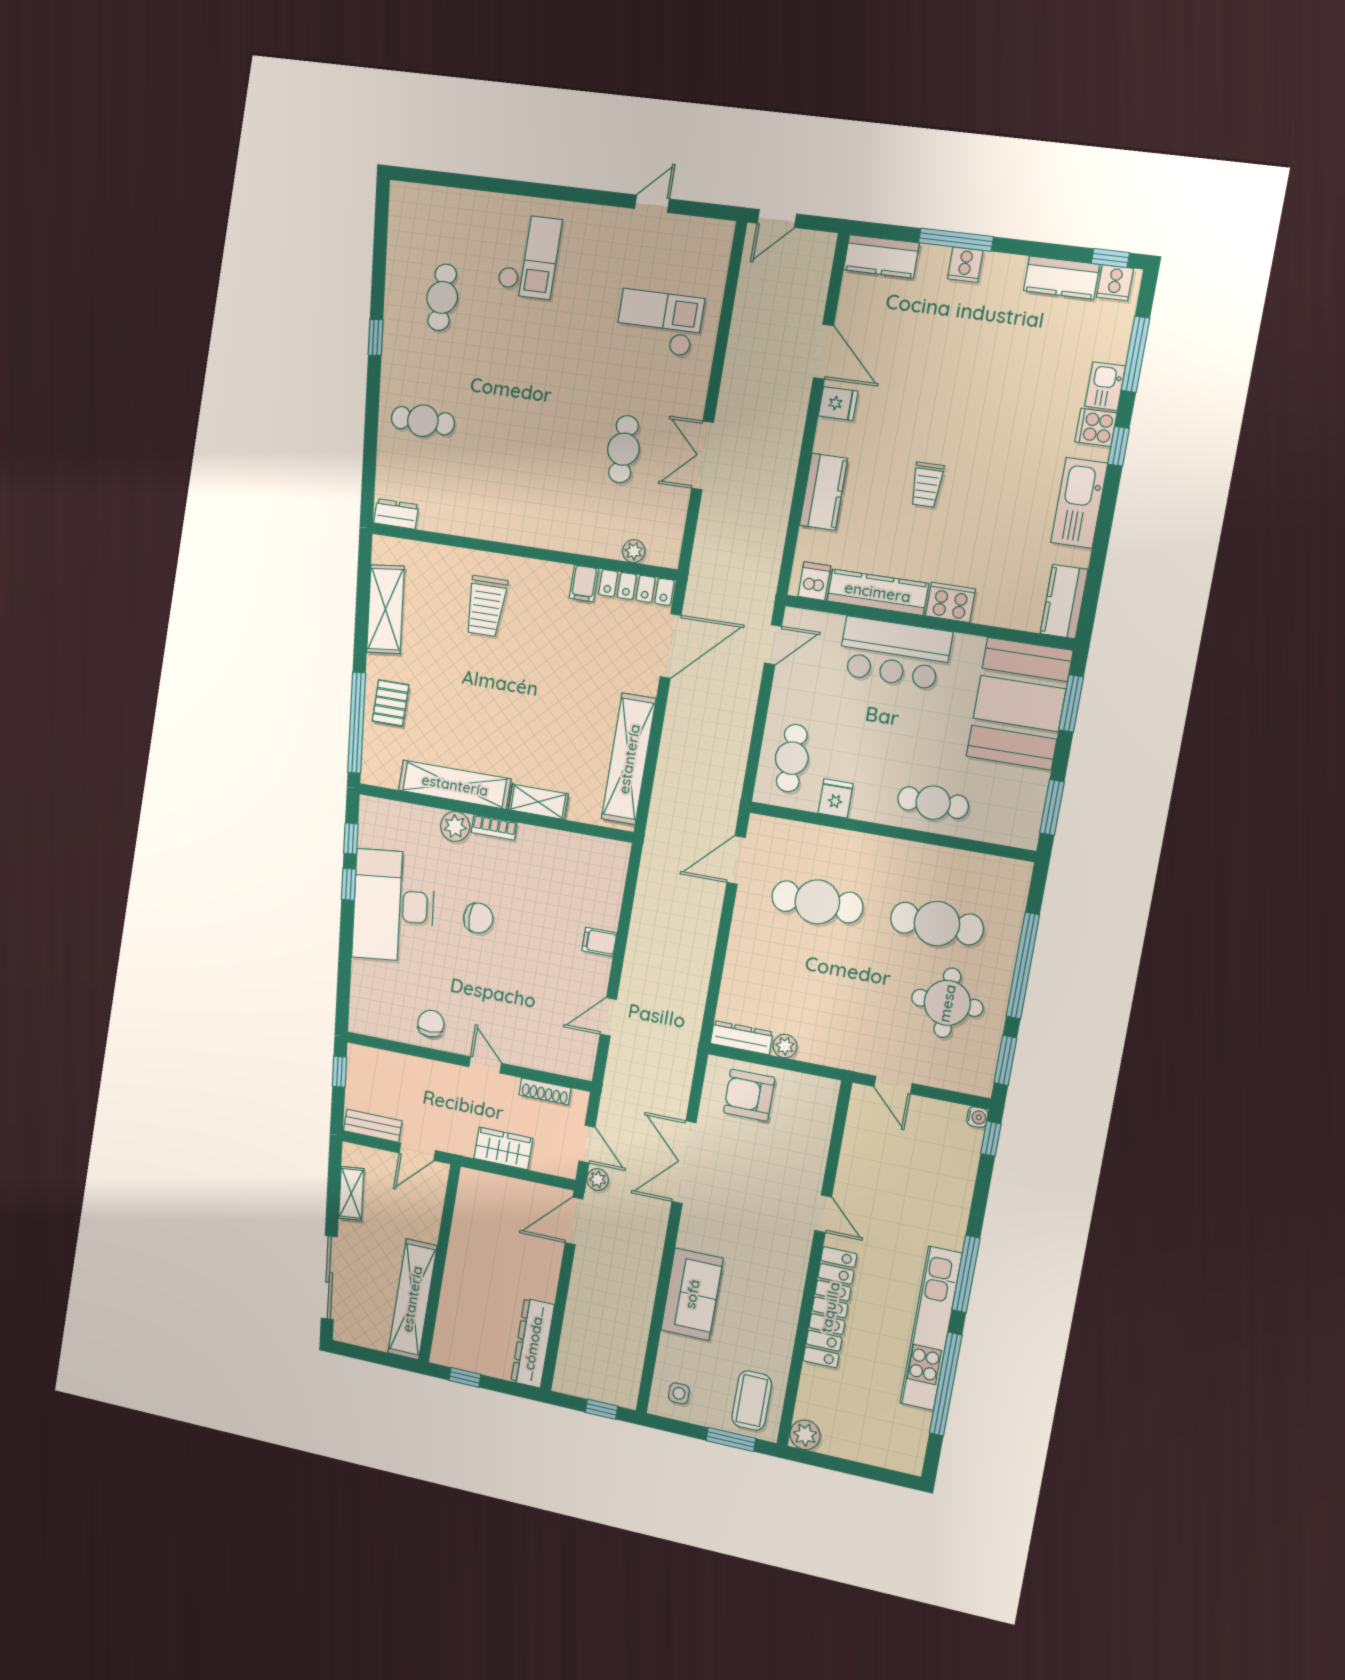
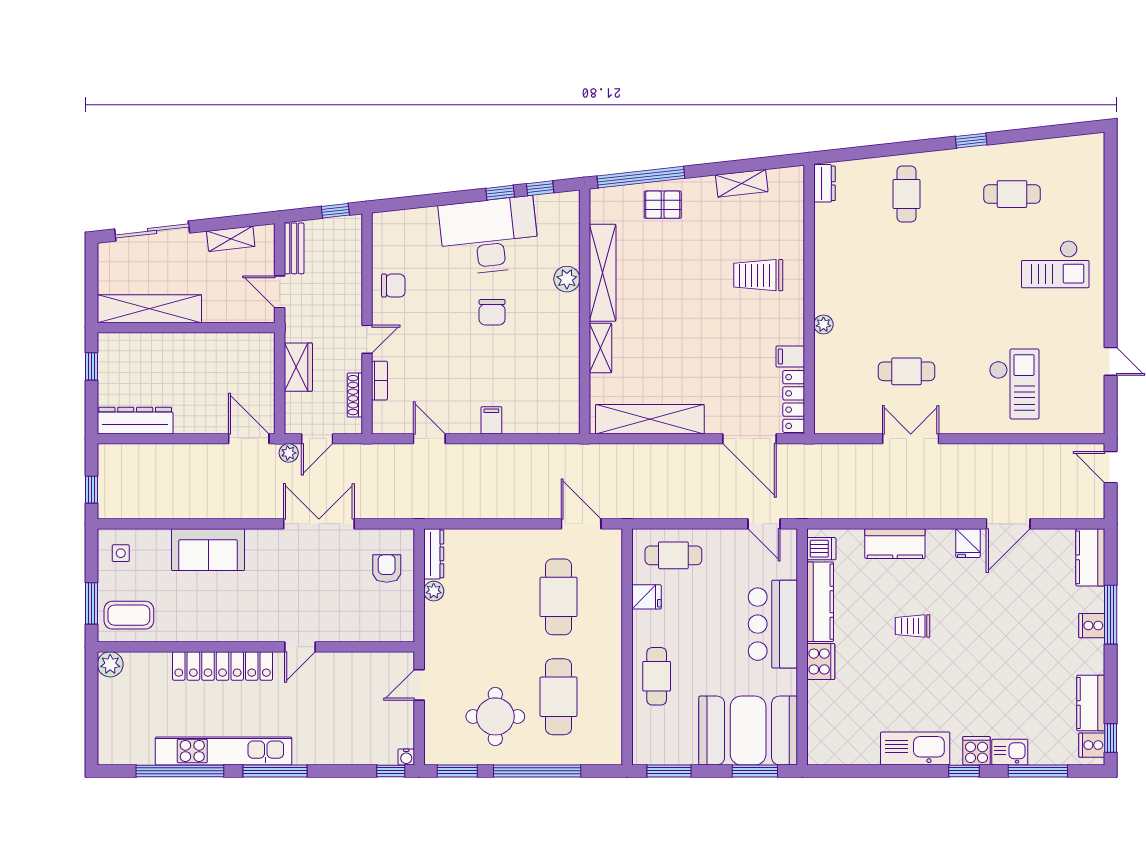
plant: (634, 551) -> (823, 324), moved
kitchen counter: (1064, 602) -> (835, 751), removed
shelving: (385, 609) -> (742, 183), width x0.67, depth x0.75
bookcase: (494, 827) -> (380, 381), moved, turned 180
armchair: (749, 1095) -> (387, 569), width x0.72, depth x0.72

